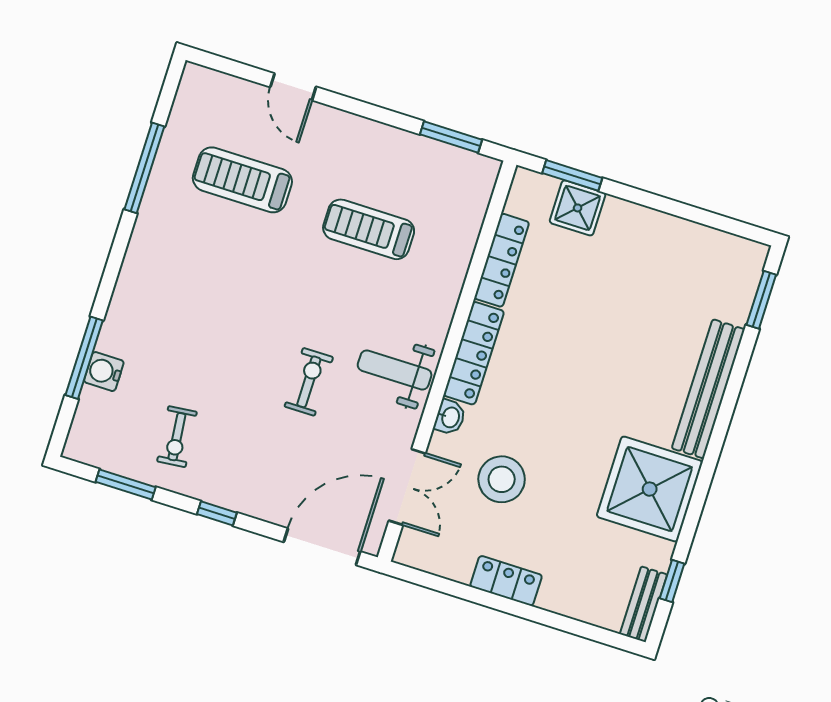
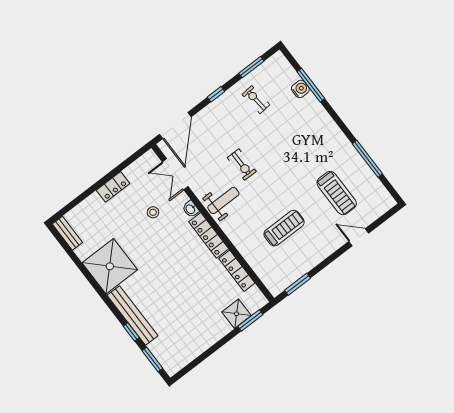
treadmill: (242, 180) -> (337, 193), turned 90
stool: (502, 479) -> (153, 212), width x0.53, depth x0.53
window: (672, 581) -> (131, 332), moved

